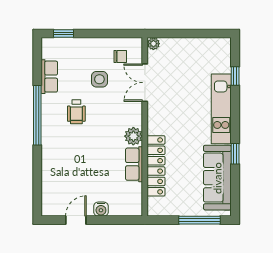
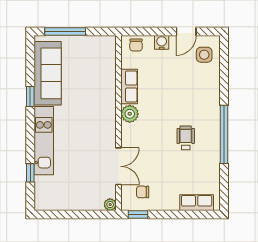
window: (63, 33) -> (138, 215), moved
row of seats: (49, 77) -> (197, 203), moved, turned 90
side table: (99, 79) -> (204, 55), moved
locker: (156, 166) -> (108, 85), removed
chair: (127, 206) -> (136, 45), added

